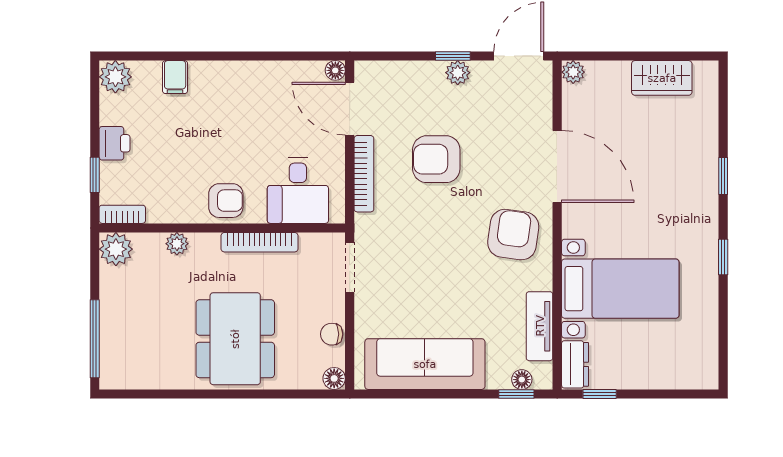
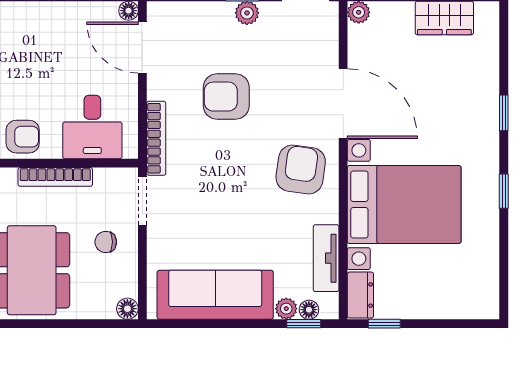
bookcase: (364, 174) -> (156, 138), moved
bed with nightstands: (620, 289) -> (404, 204), width x1.36
chair: (332, 334) -> (106, 242), moved
plant: (498, 378) -> (286, 309), added

